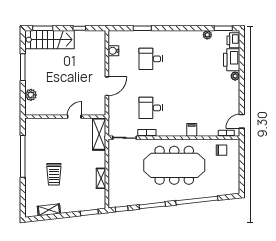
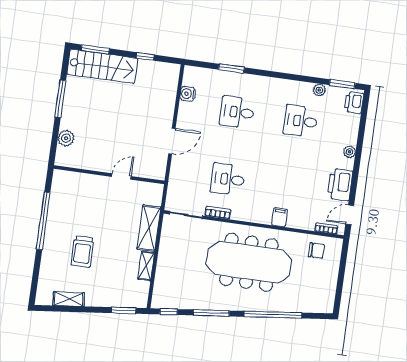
desk: (197, 59) -> (301, 121), added
printer: (232, 60) -> (340, 185), moved
shelving: (99, 134) -> (149, 228), moved

